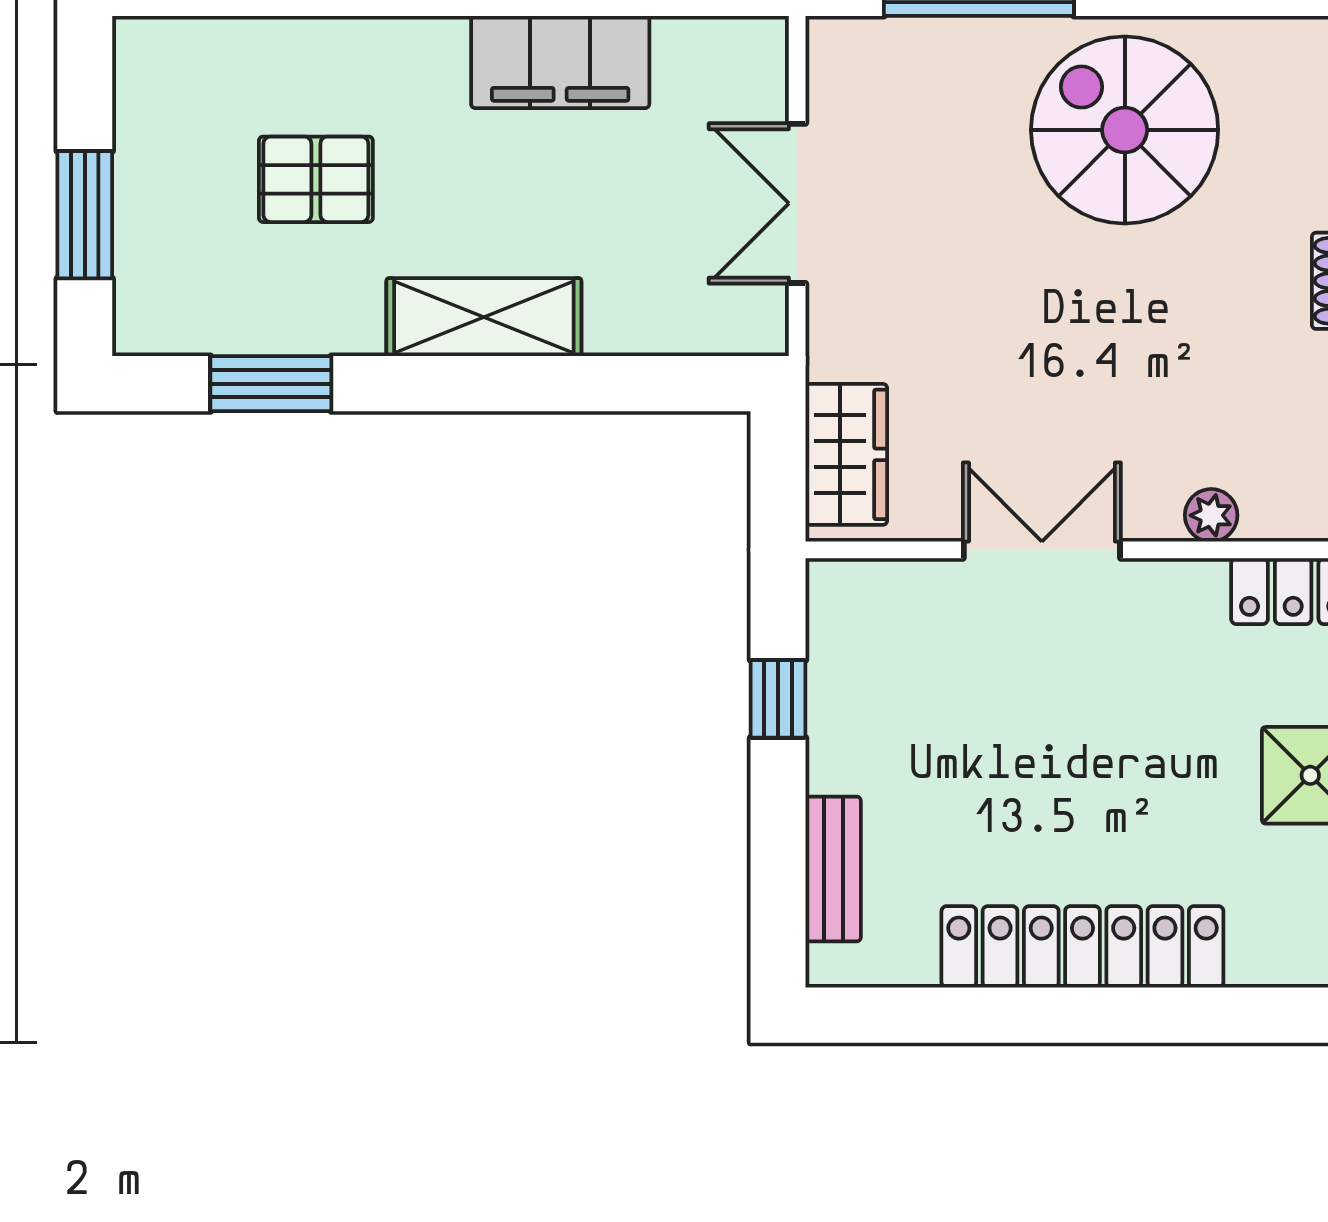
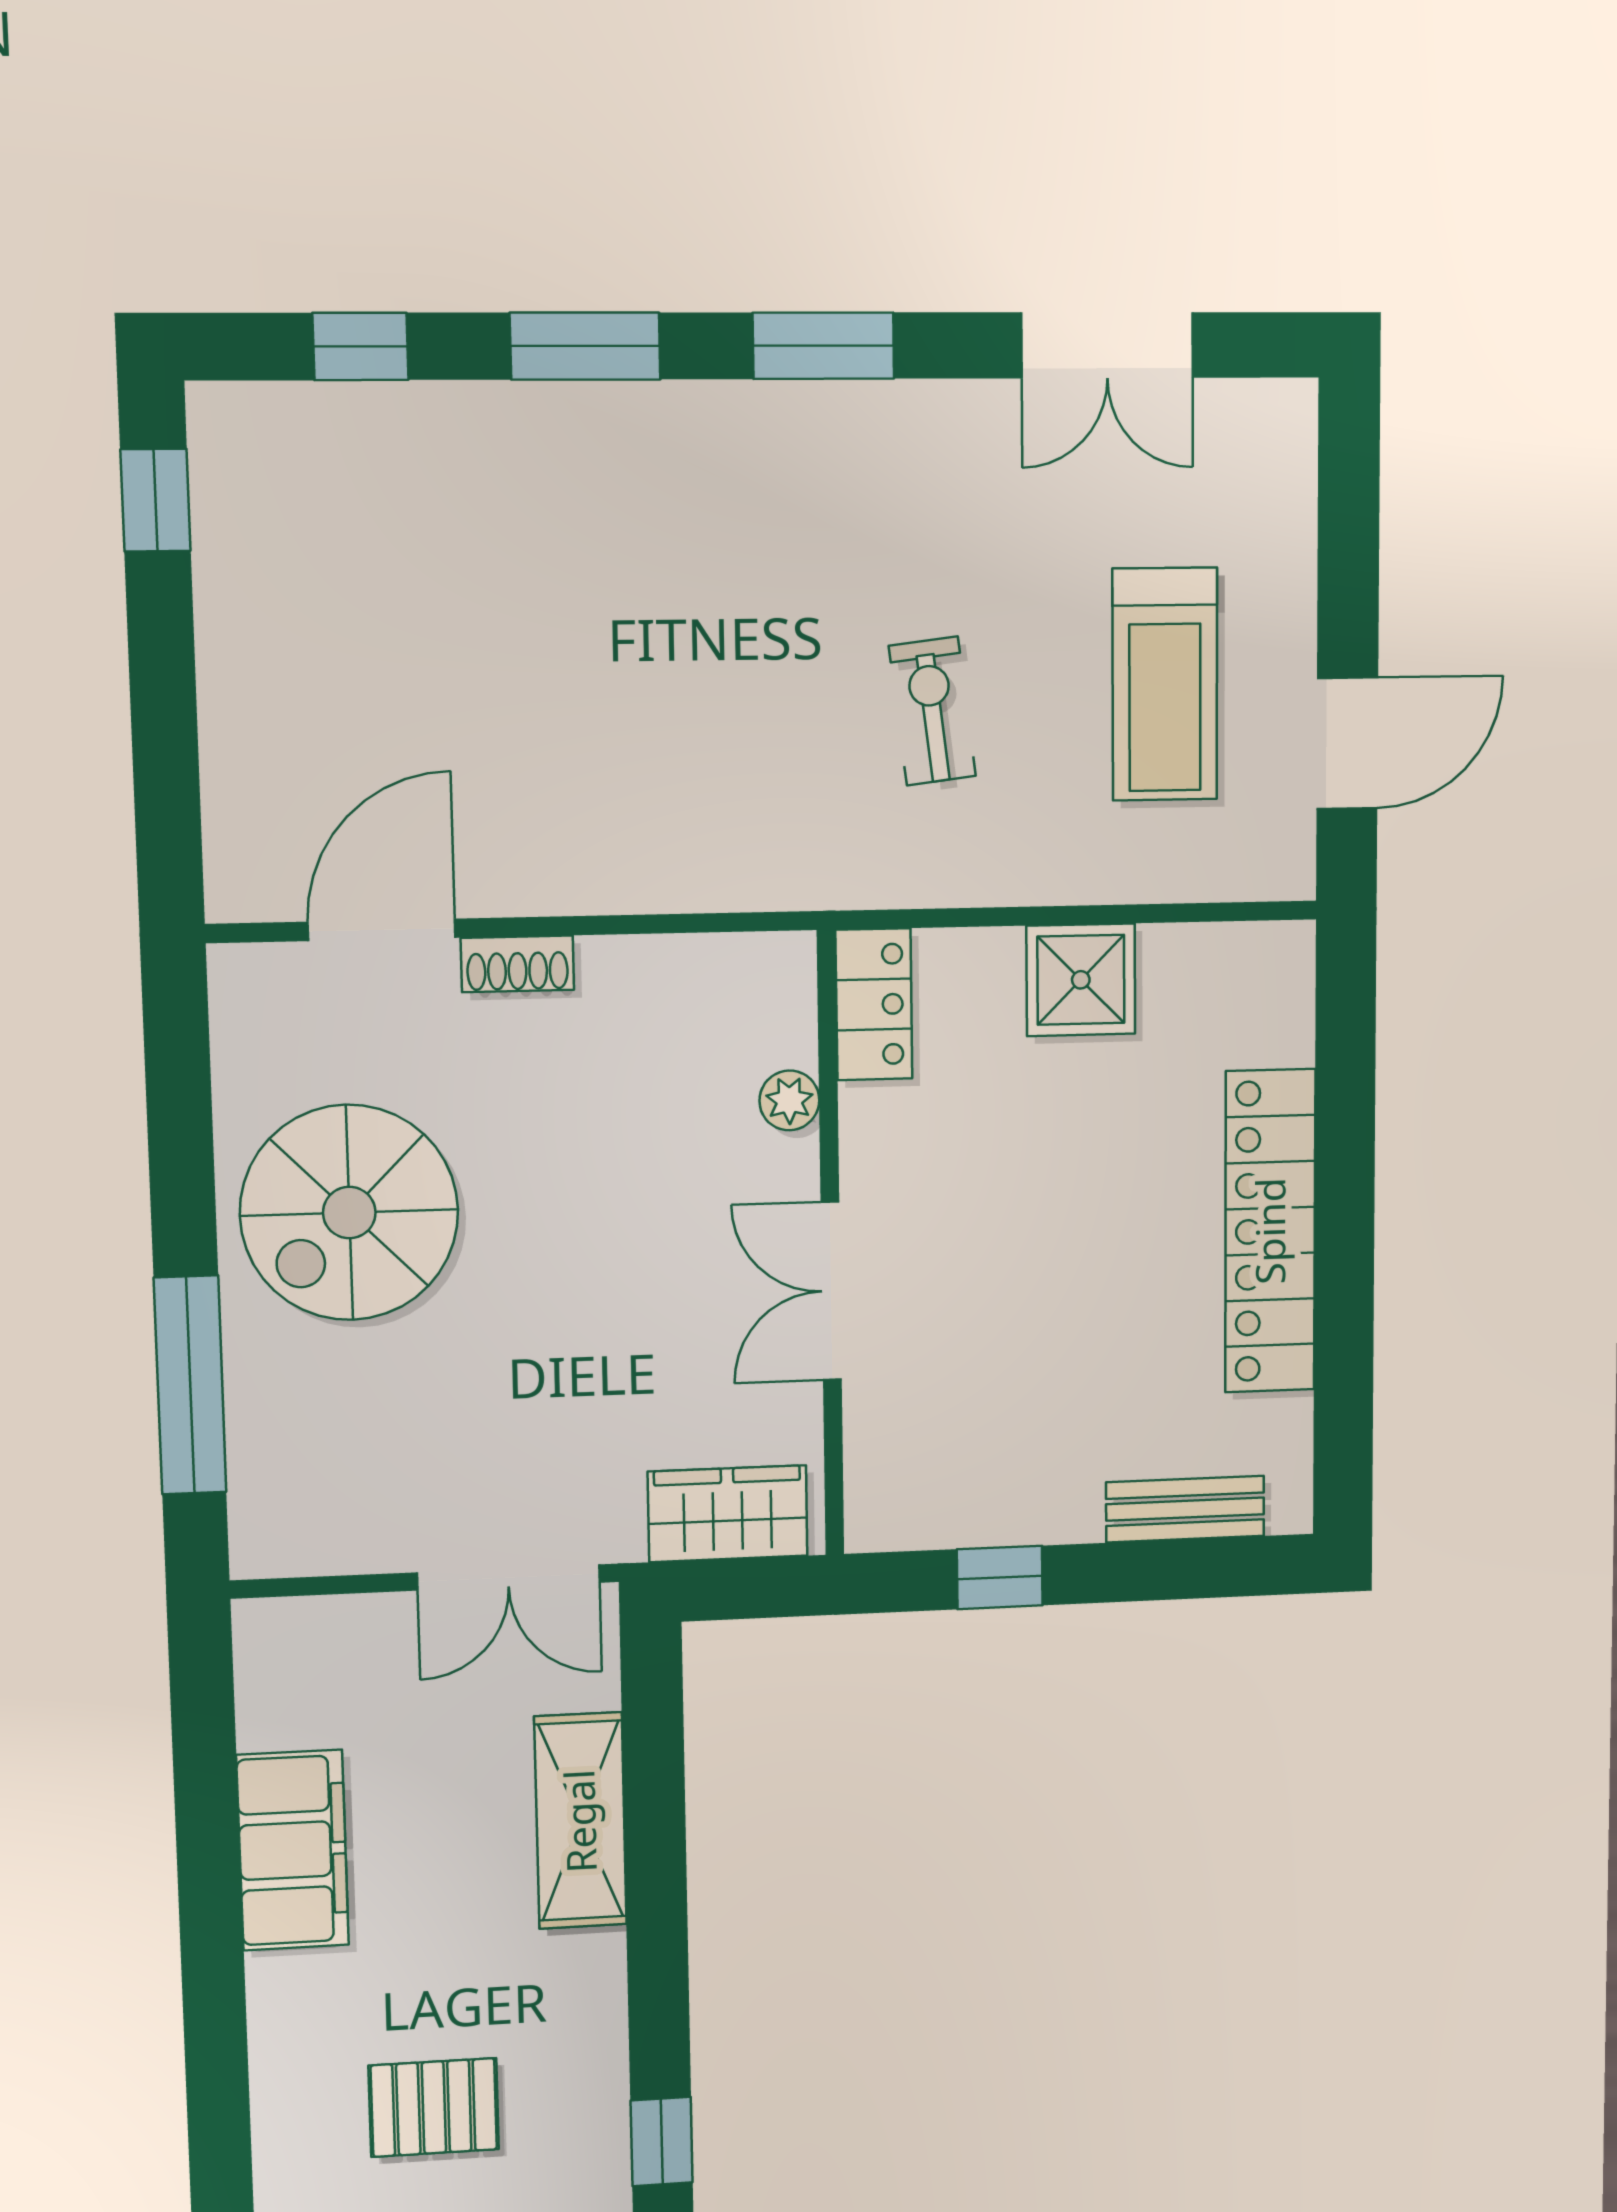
pallet: (316, 179) -> (434, 2108), turned 90
double door: (797, 203) -> (508, 1578), moved
shelving: (484, 317) -> (580, 1821), moved
window: (271, 384) -> (662, 2142), width x0.67

